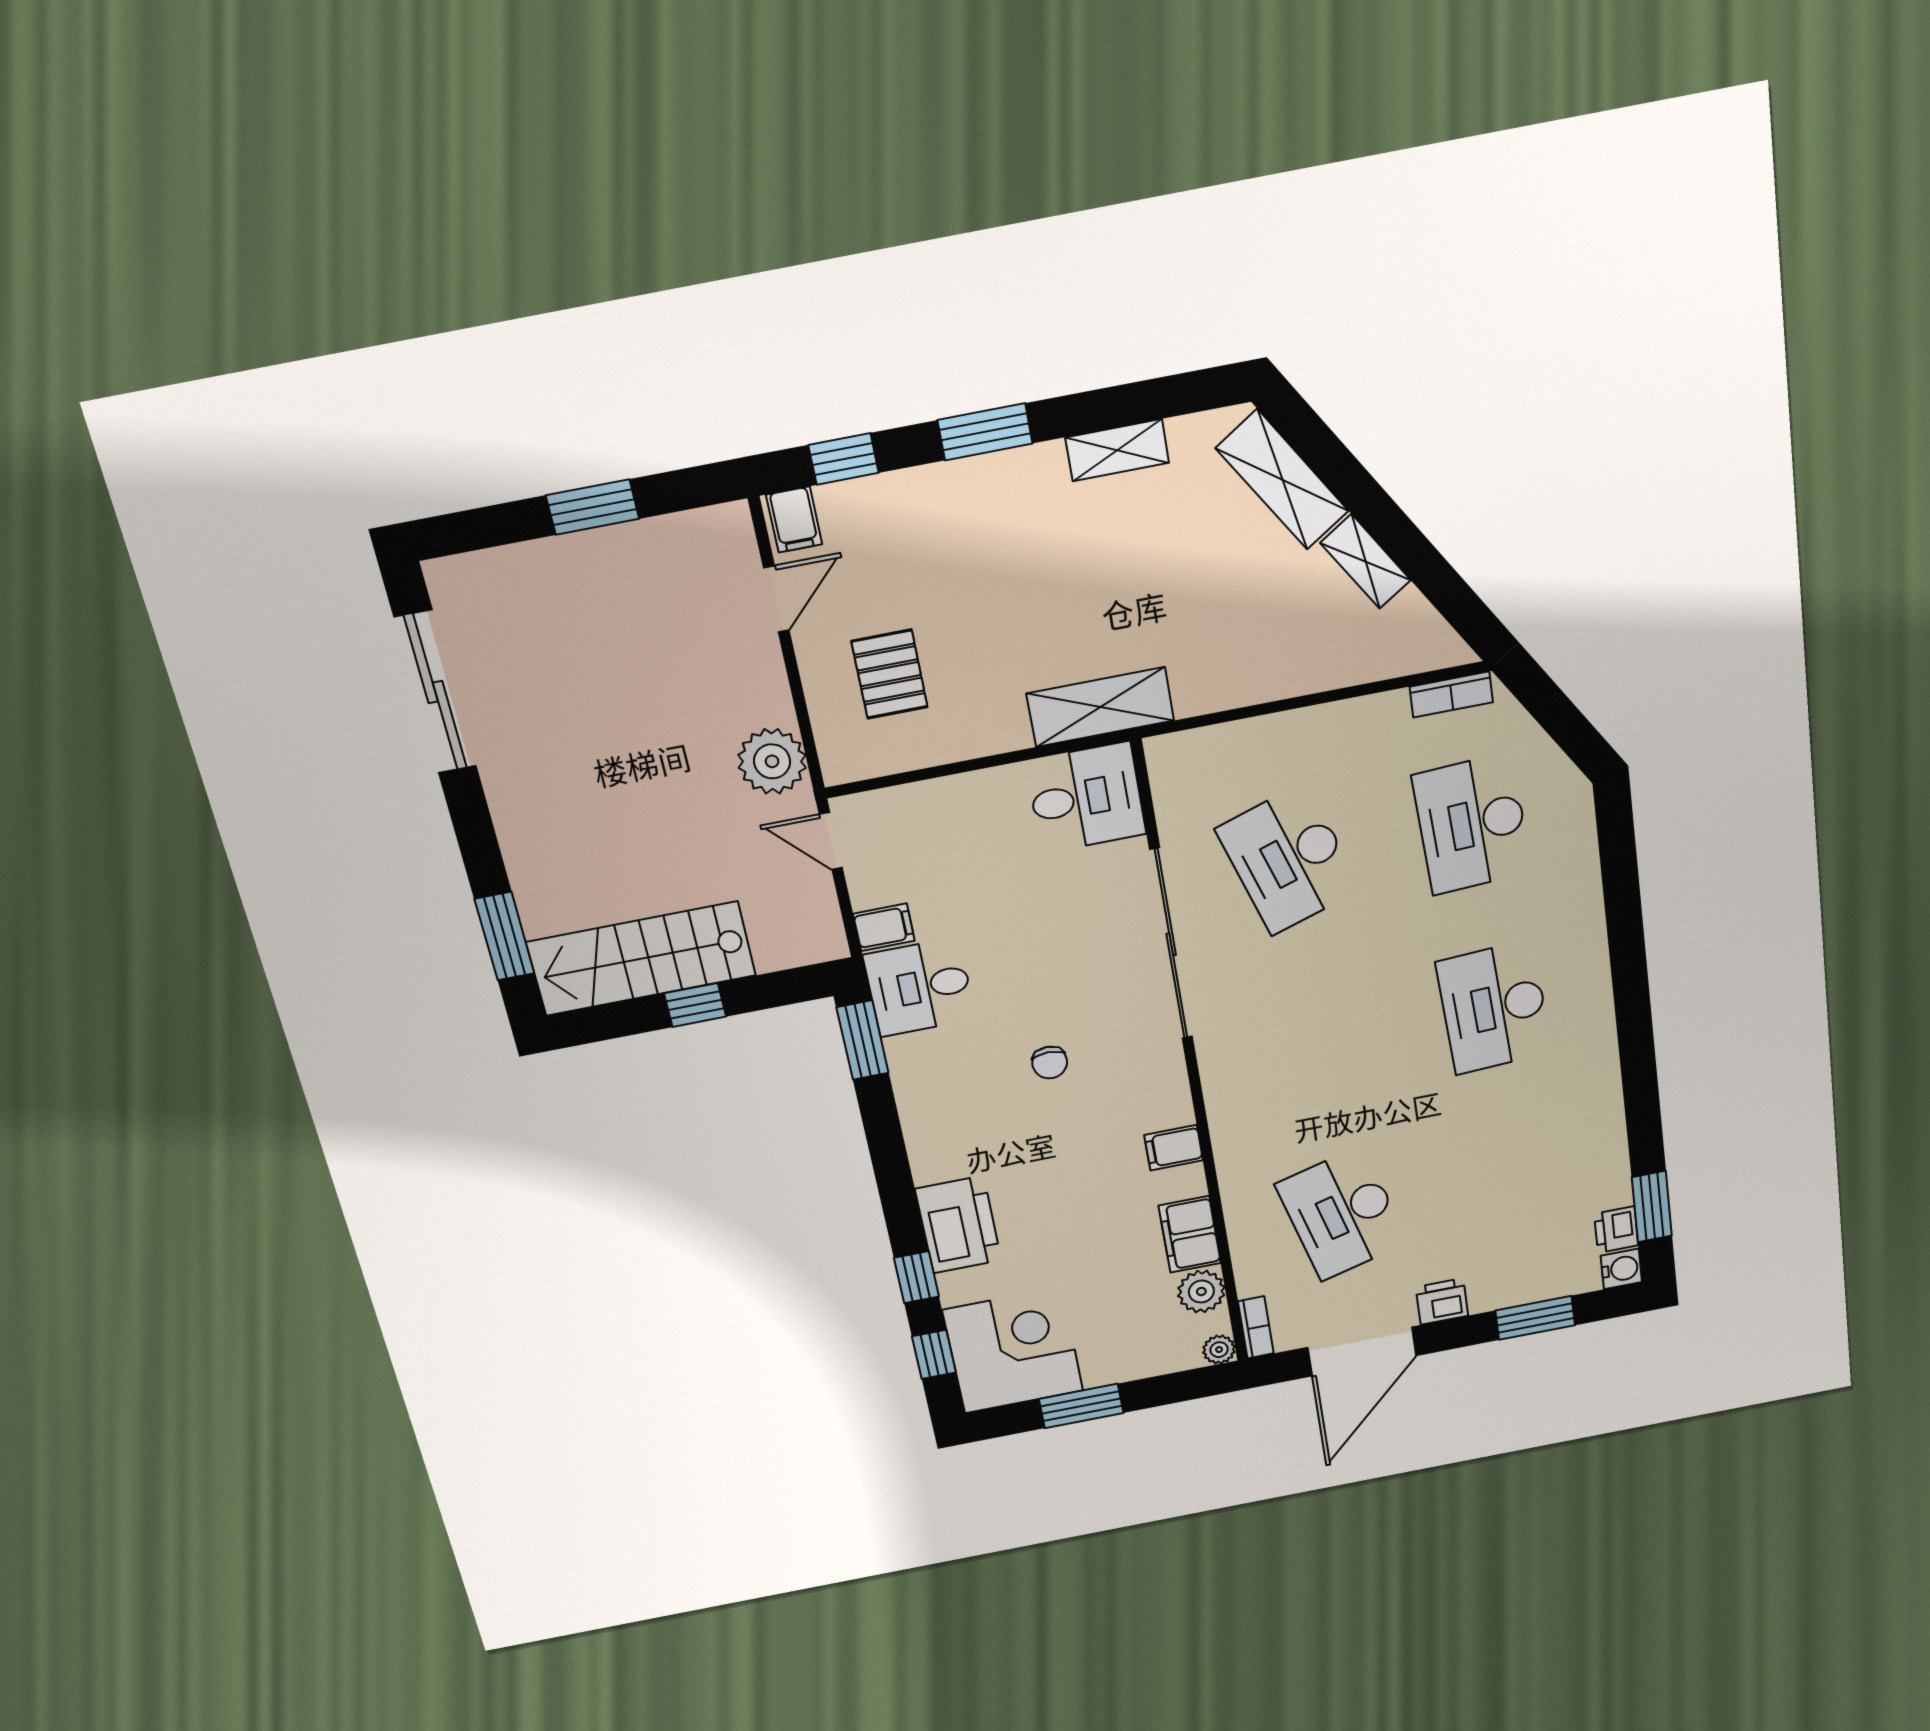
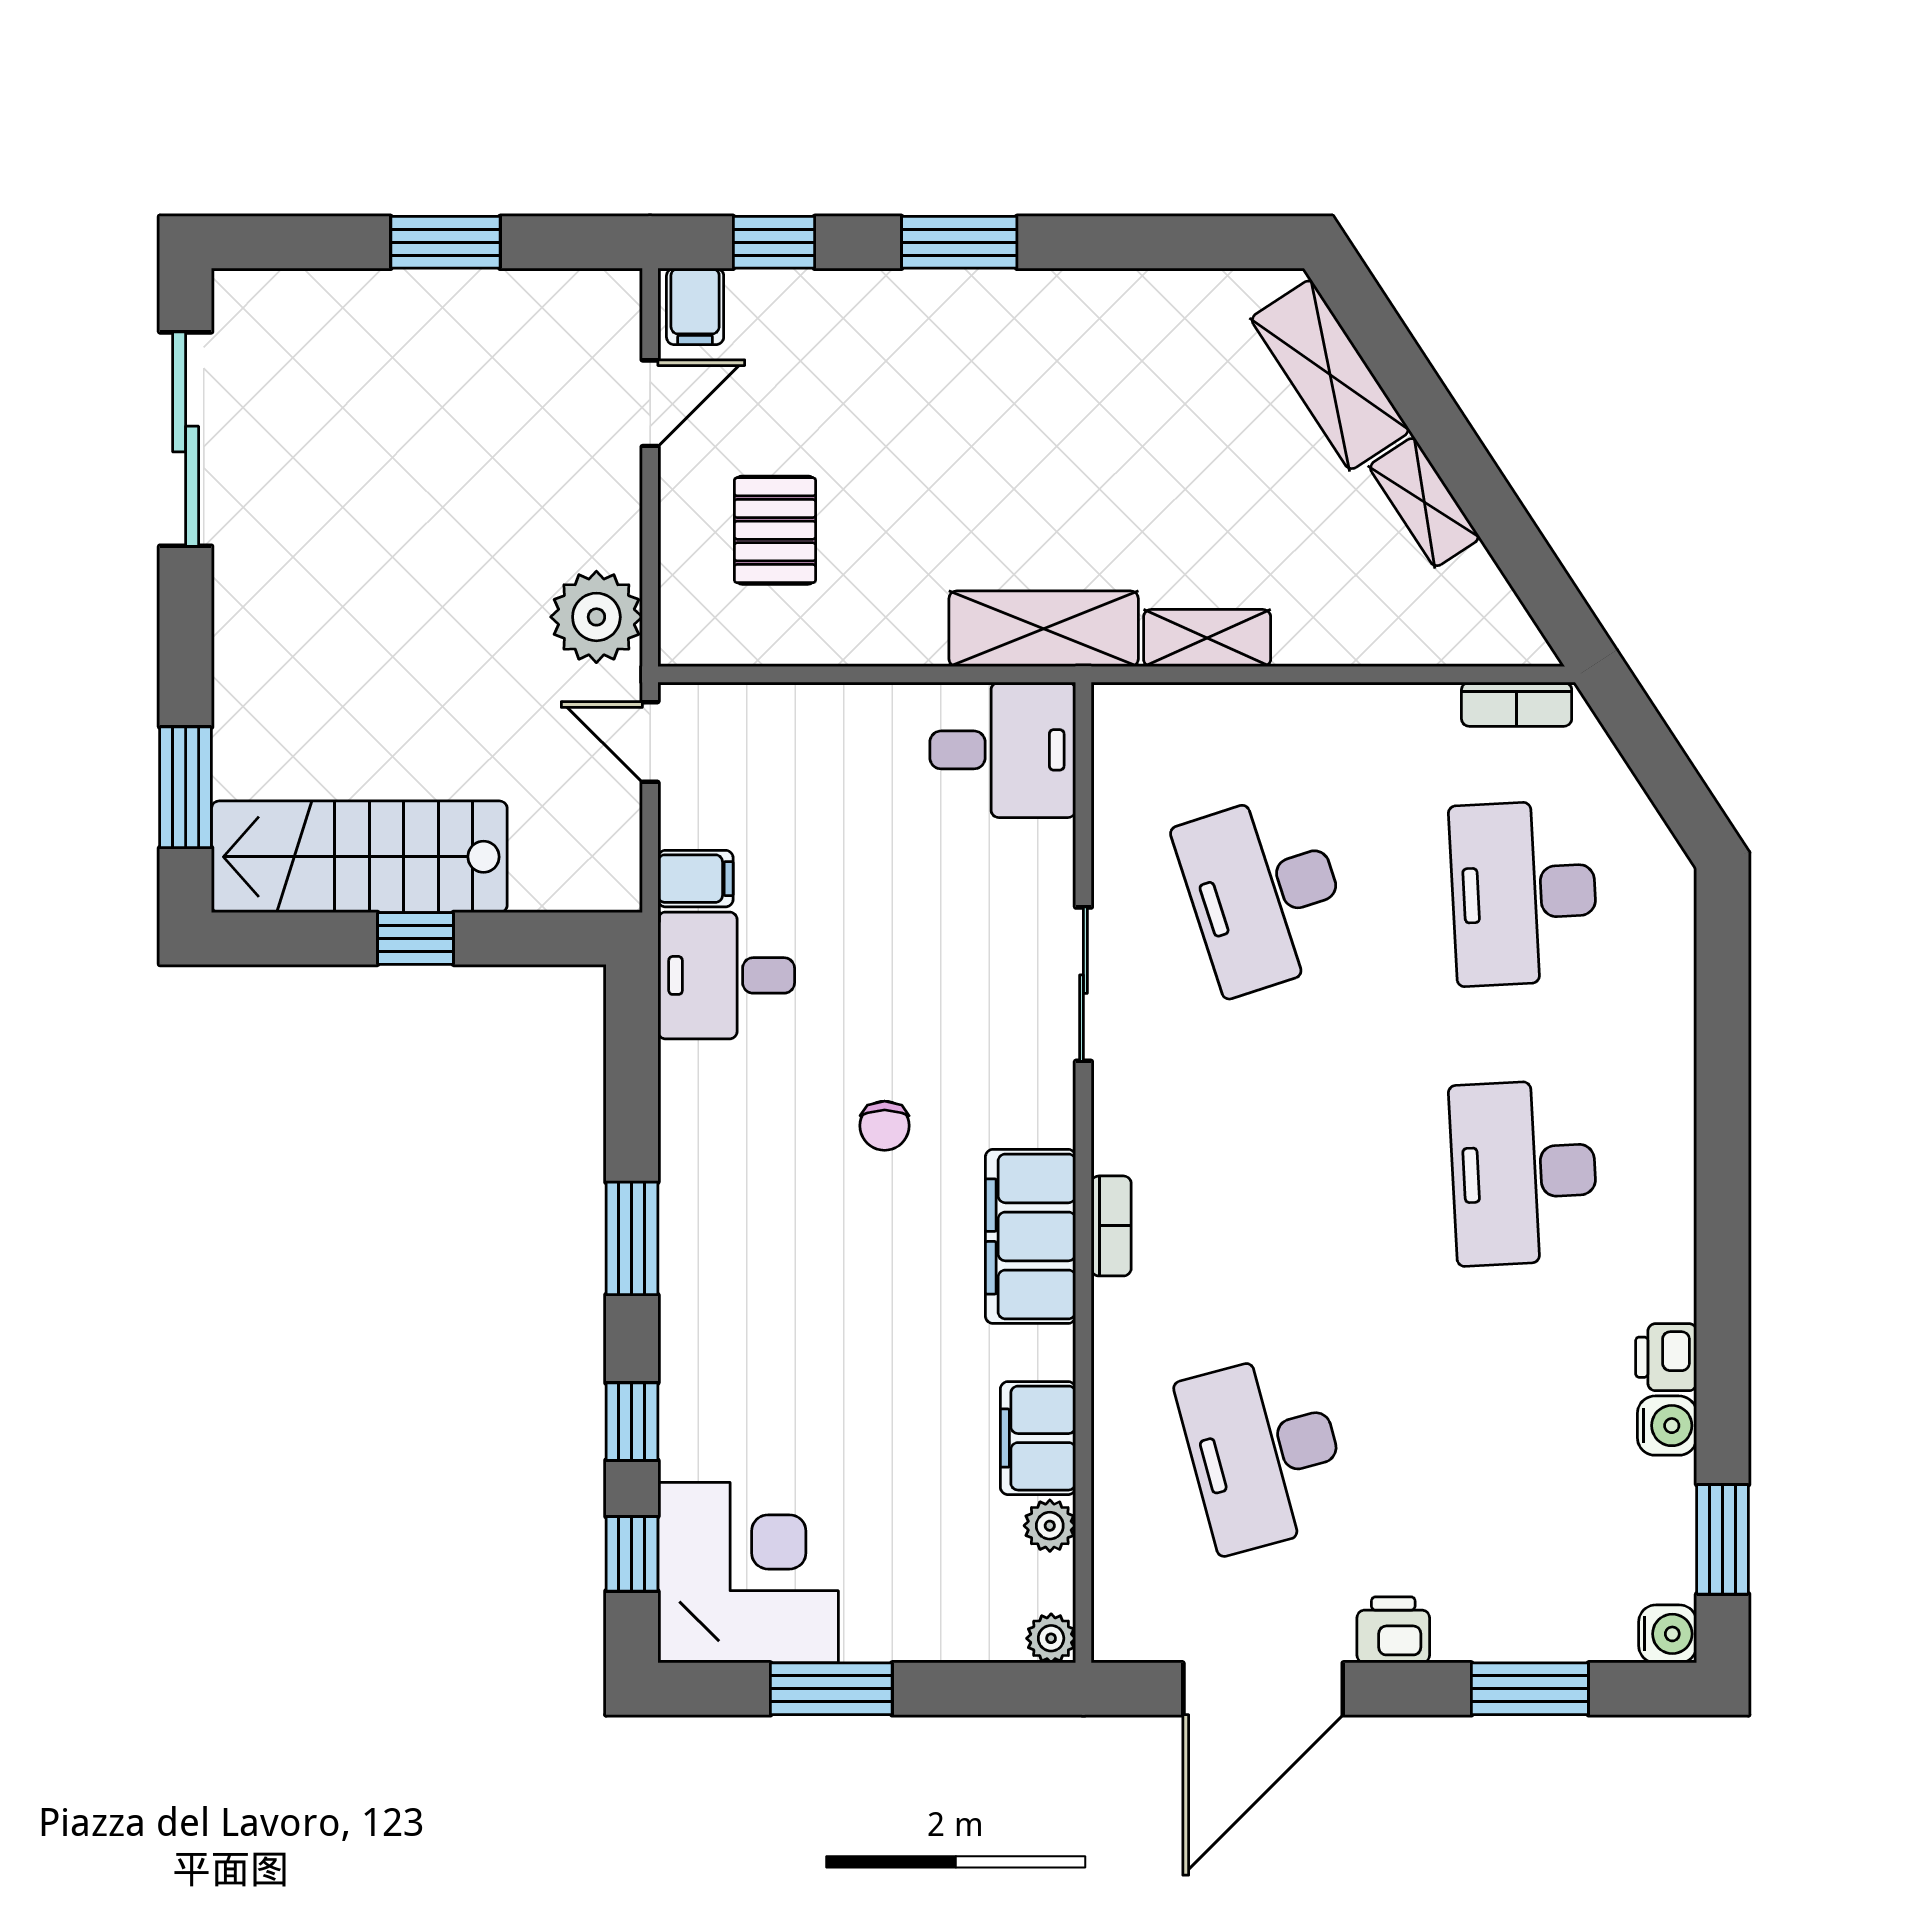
shelving: (1117, 450) -> (1207, 638), moved
sliding door: (1171, 944) -> (1083, 984), width x0.54
window: (863, 1040) -> (632, 1238), moved
water cooler: (1608, 1146) -> (1667, 1426), added
filing cabinet: (1174, 1148) -> (1031, 1236), width x3.00, depth x1.17
printer: (958, 1225) -> (708, 1351), removed
printer: (1616, 1230) -> (1666, 1357), moved
plant: (1201, 1292) -> (1050, 1526), width x0.73, depth x0.73
bookcase: (1256, 1327) -> (1111, 1226), moved

